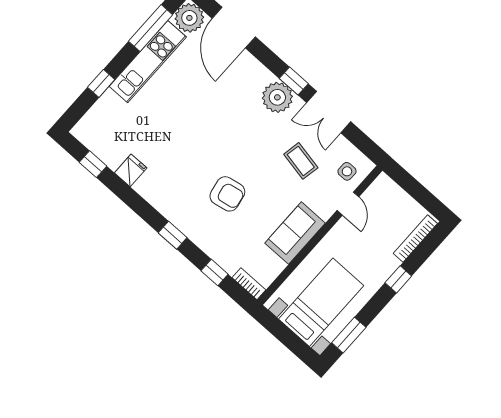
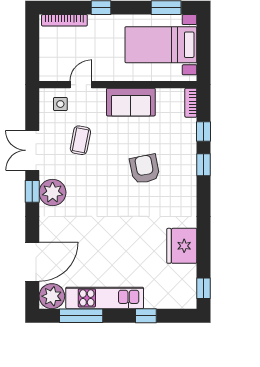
double door: (329, 112) -> (32, 150), swing flipped
window: (93, 164) -> (204, 288), moved
fridge: (131, 170) -> (182, 246), width x1.88, depth x1.34
window: (173, 235) -> (204, 165), moved

